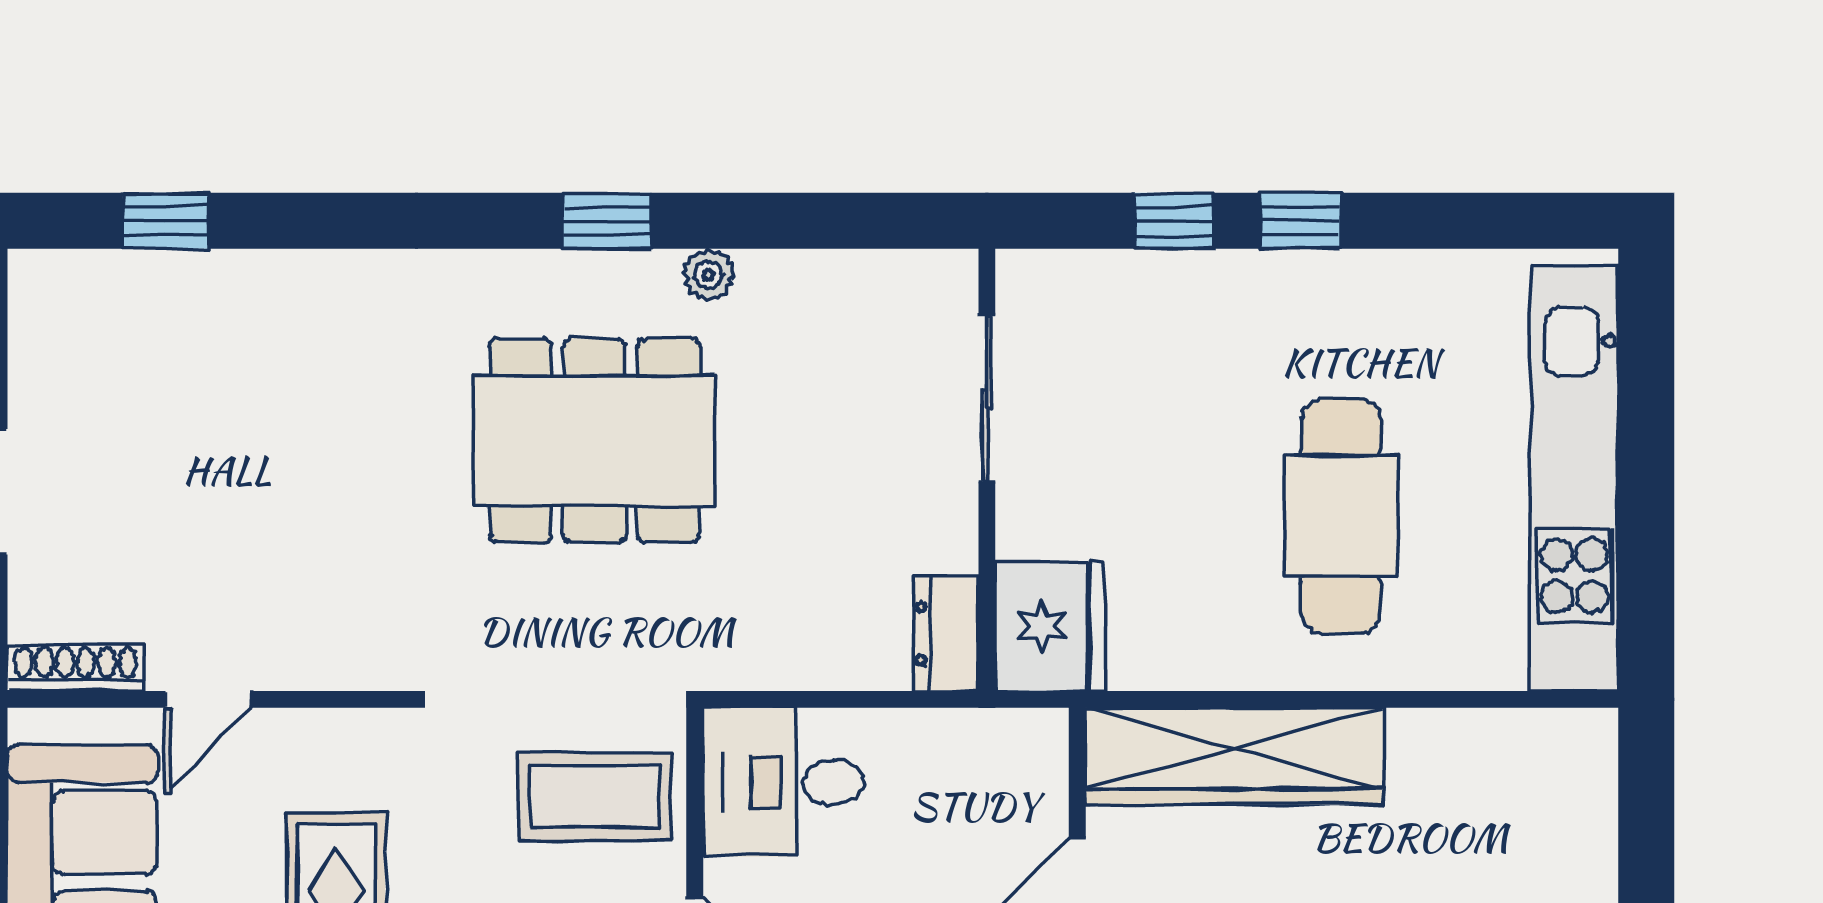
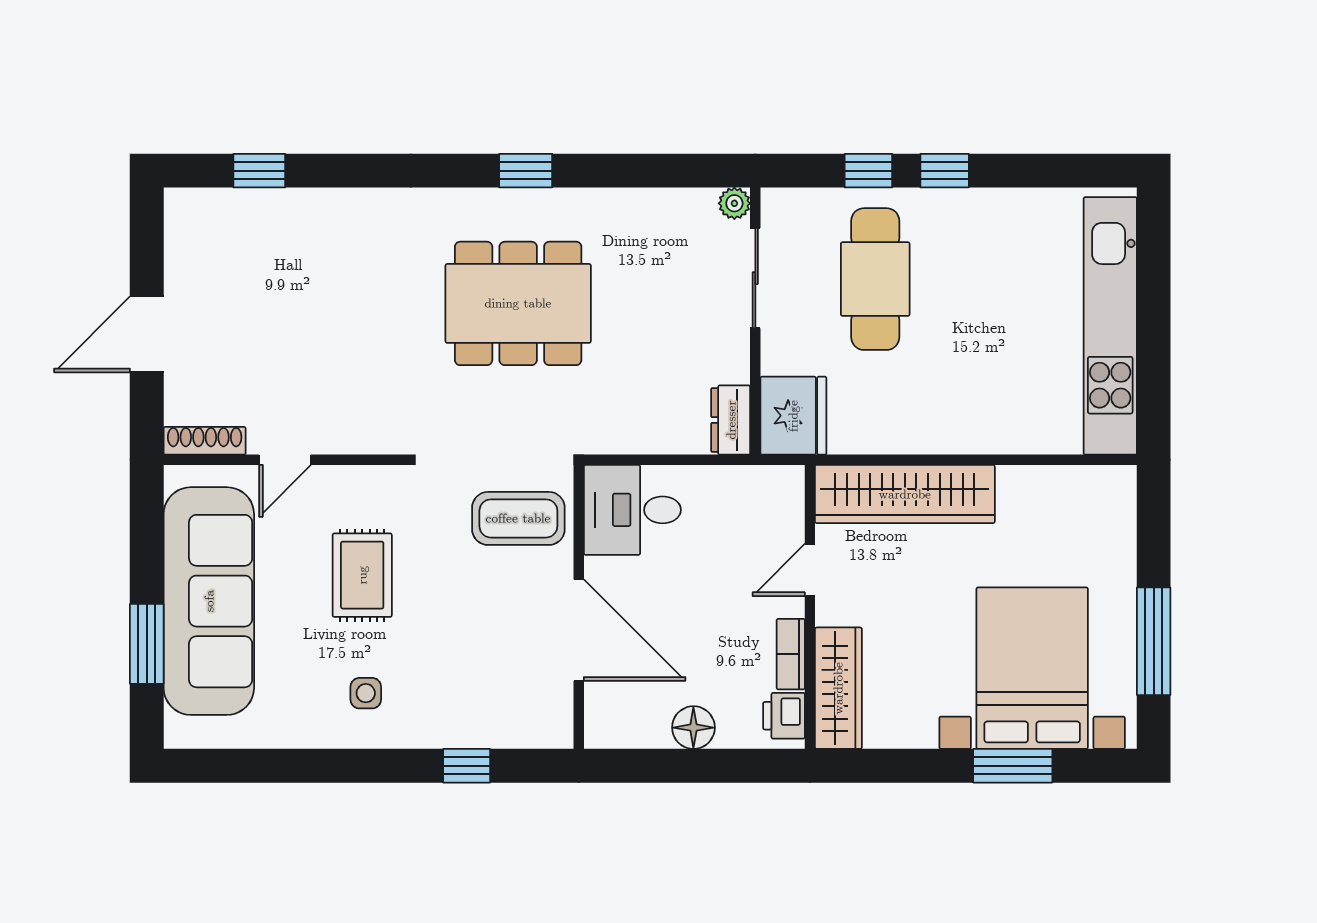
plant: (708, 275) -> (734, 203), moved
cafe table: (1341, 516) -> (875, 279), moved

